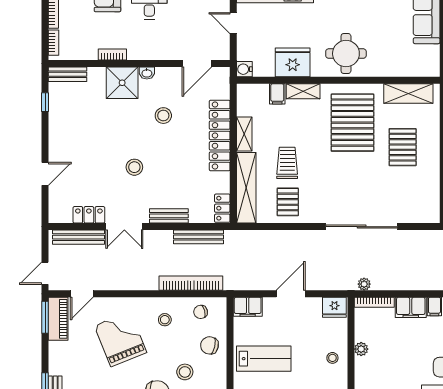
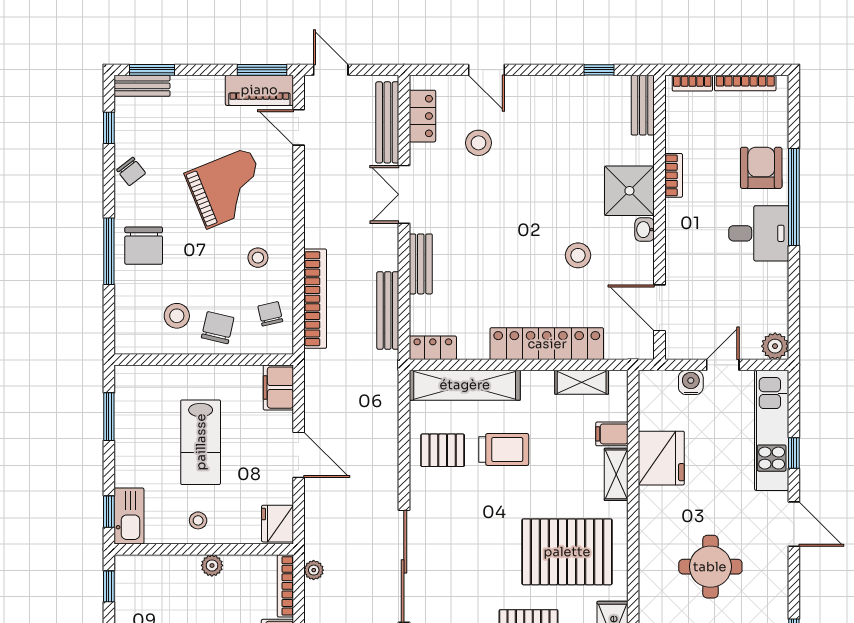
round table: (346, 54) -> (710, 567), moved
water cooler: (244, 69) -> (691, 382), moved
shelving: (244, 134) -> (582, 382), moved
stool: (134, 167) -> (479, 143), moved
locker: (89, 215) -> (422, 116), moved
lab bench: (264, 359) -> (201, 442), moved
stool: (185, 372) -> (177, 316), moved

